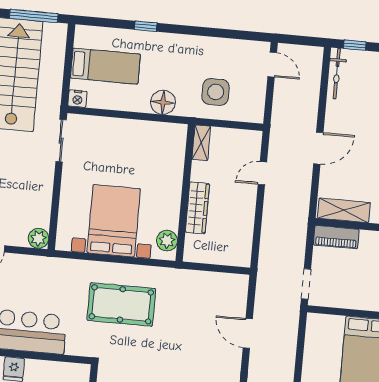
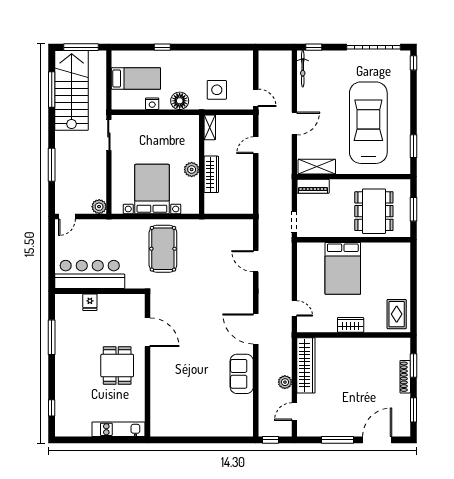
door: (272, 65) -> (256, 98), moved
nightstand: (77, 99) -> (152, 104), moved
plant: (167, 241) -> (192, 170), moved
pool table: (121, 304) -> (163, 249), turned 90

